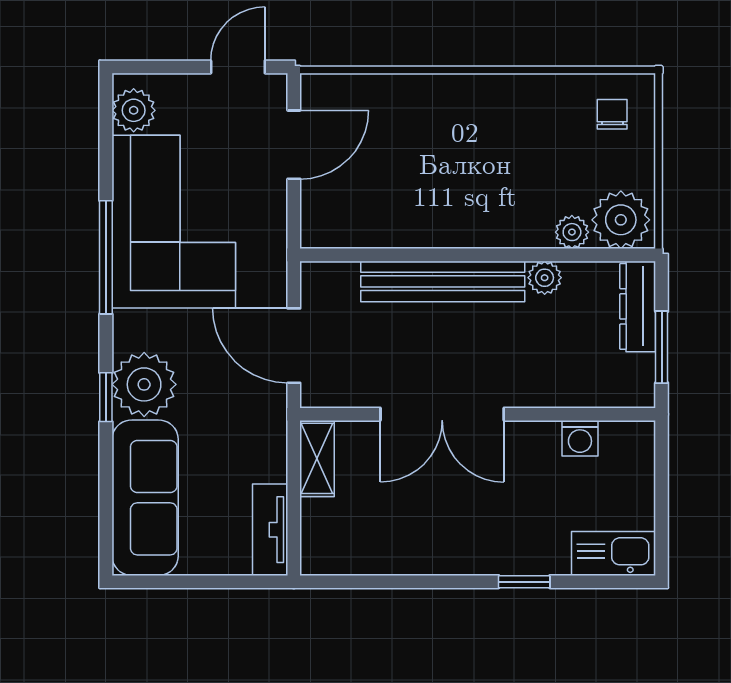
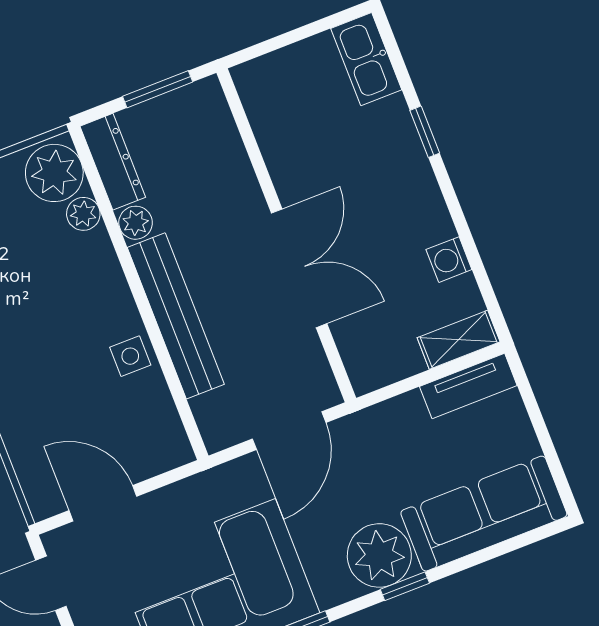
side table: (422, 224) -> (130, 356), added
dresser: (638, 306) -> (113, 162), moved, turned -90
washing machine: (580, 438) -> (449, 260), moved, turned 180
shelving: (317, 458) -> (459, 340), moved

